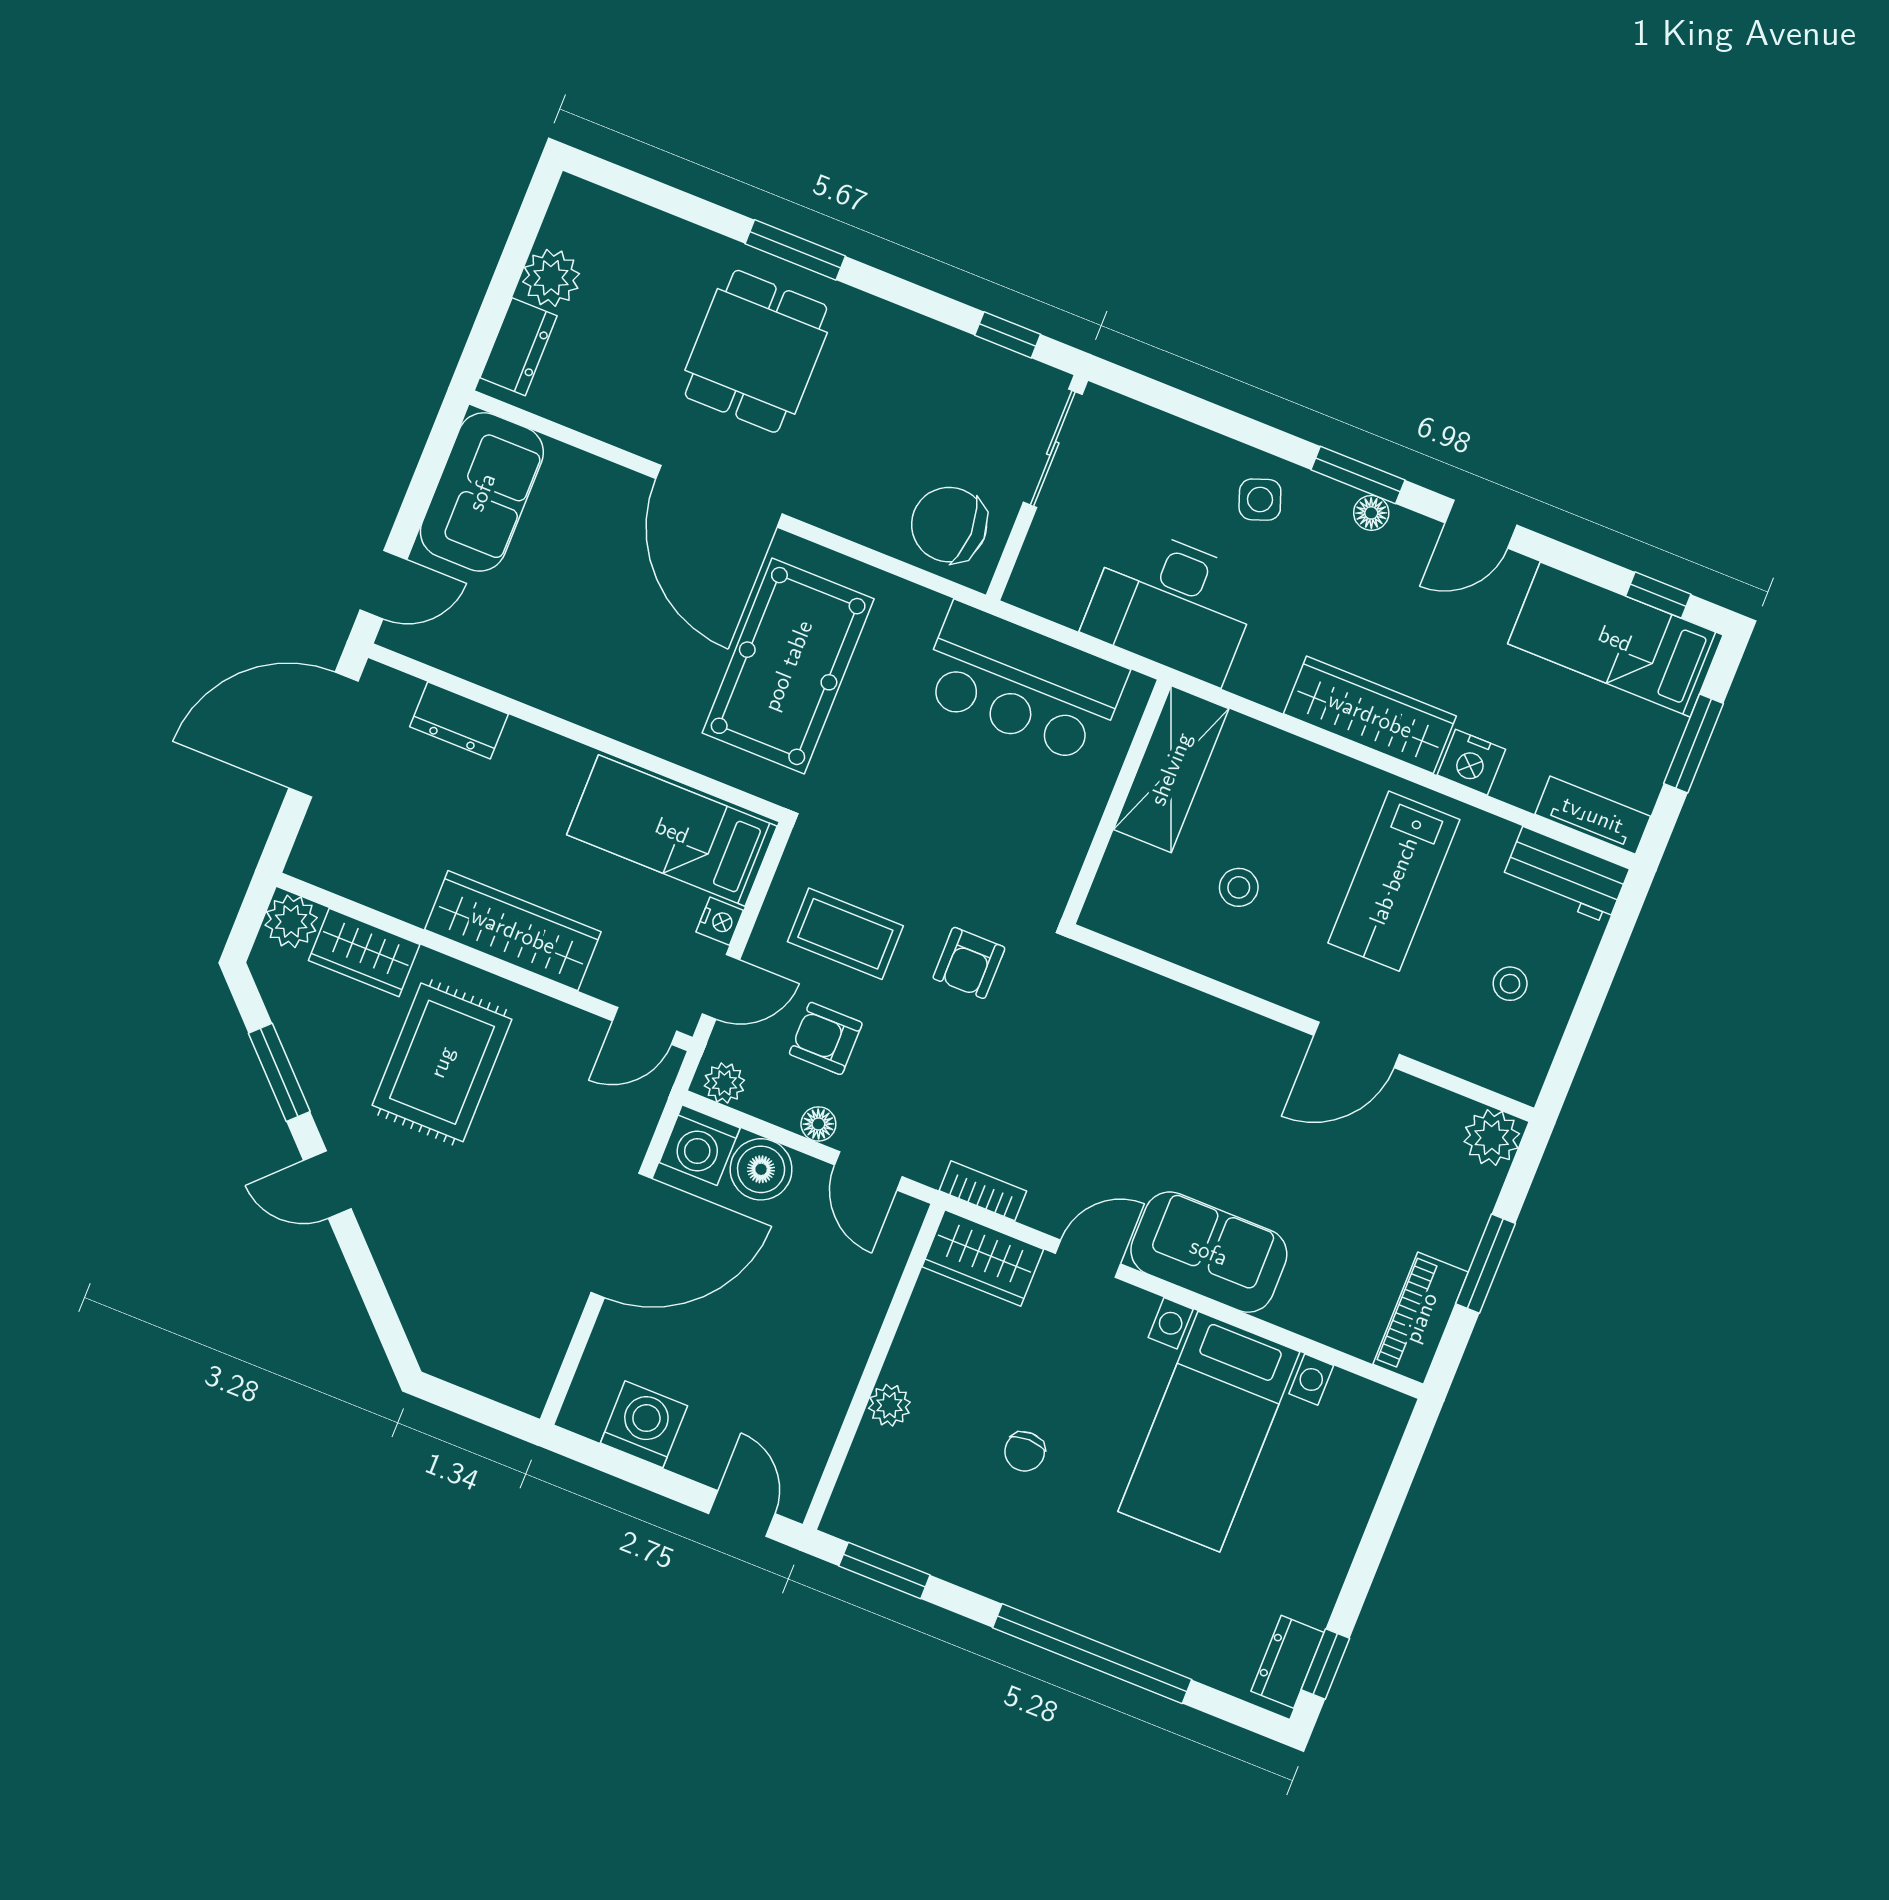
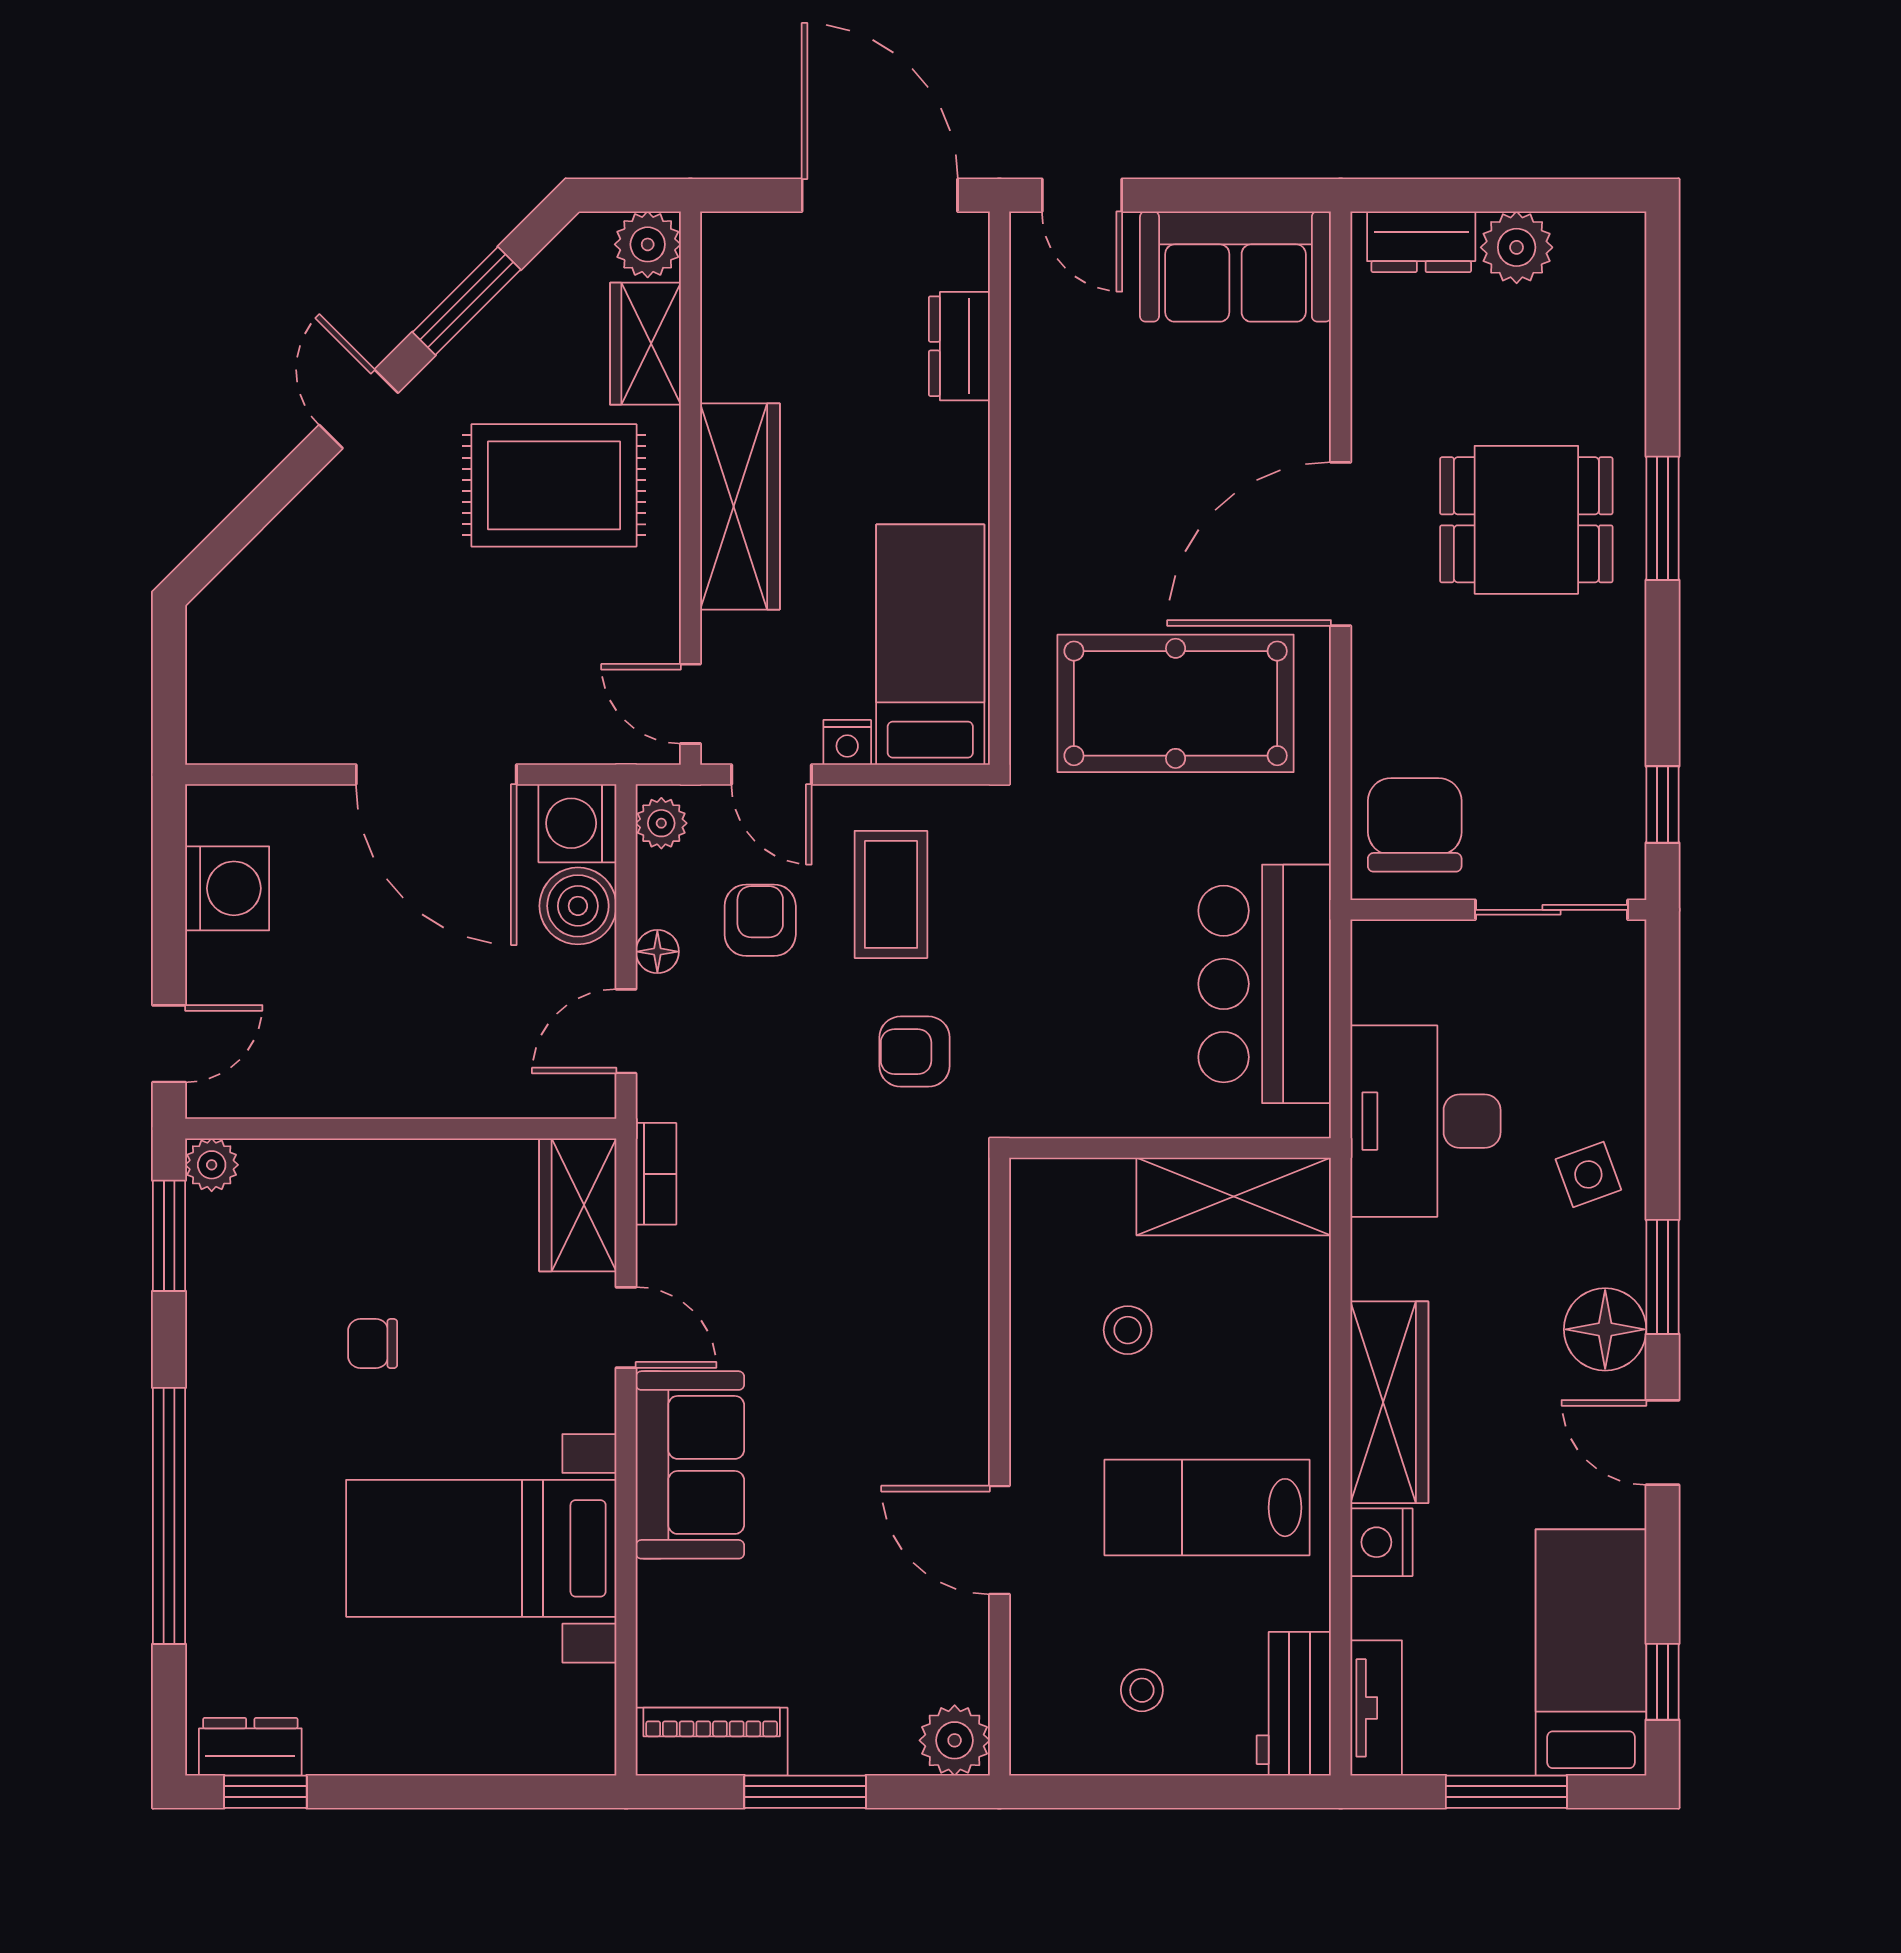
floor lamp: (1371, 513) -> (1605, 1329), width x1.89, depth x1.89
plant: (889, 1405) -> (212, 1165), moved

